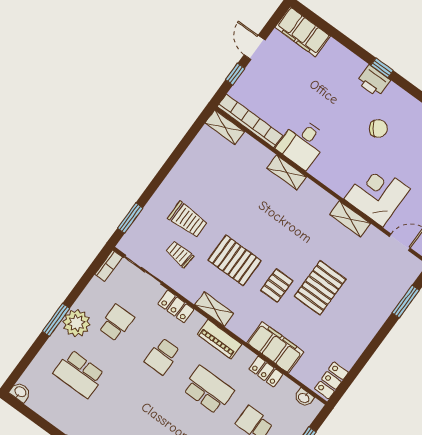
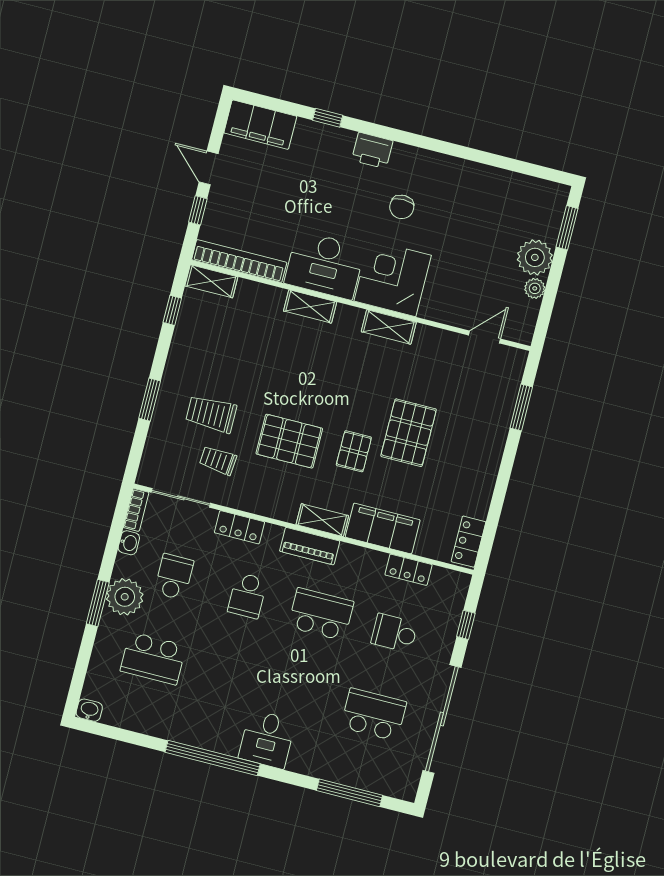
window: (382, 68) -> (328, 118), moved
chair: (378, 129) -> (402, 207), turned 127
window: (190, 137) -> (172, 310), added
desk: (302, 143) -> (325, 265), width x1.37
corner desk: (377, 194) -> (393, 278), moved
window: (130, 218) -> (150, 400), moved
shelving: (350, 219) -> (389, 327), moved
trolley: (188, 220) -> (211, 414), turned 180
shelving: (214, 309) -> (322, 520), moved
locker: (266, 372) -> (408, 570), moved
washbasin: (304, 398) -> (129, 543), moved, turned -90

